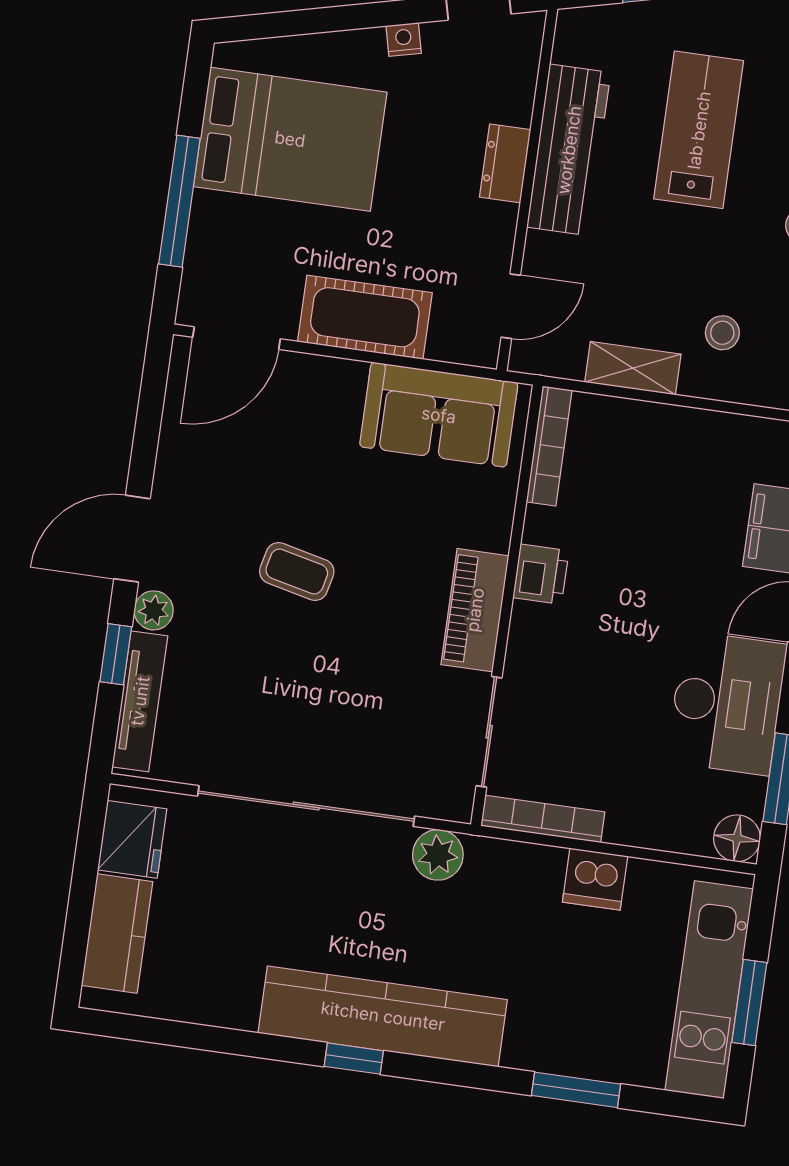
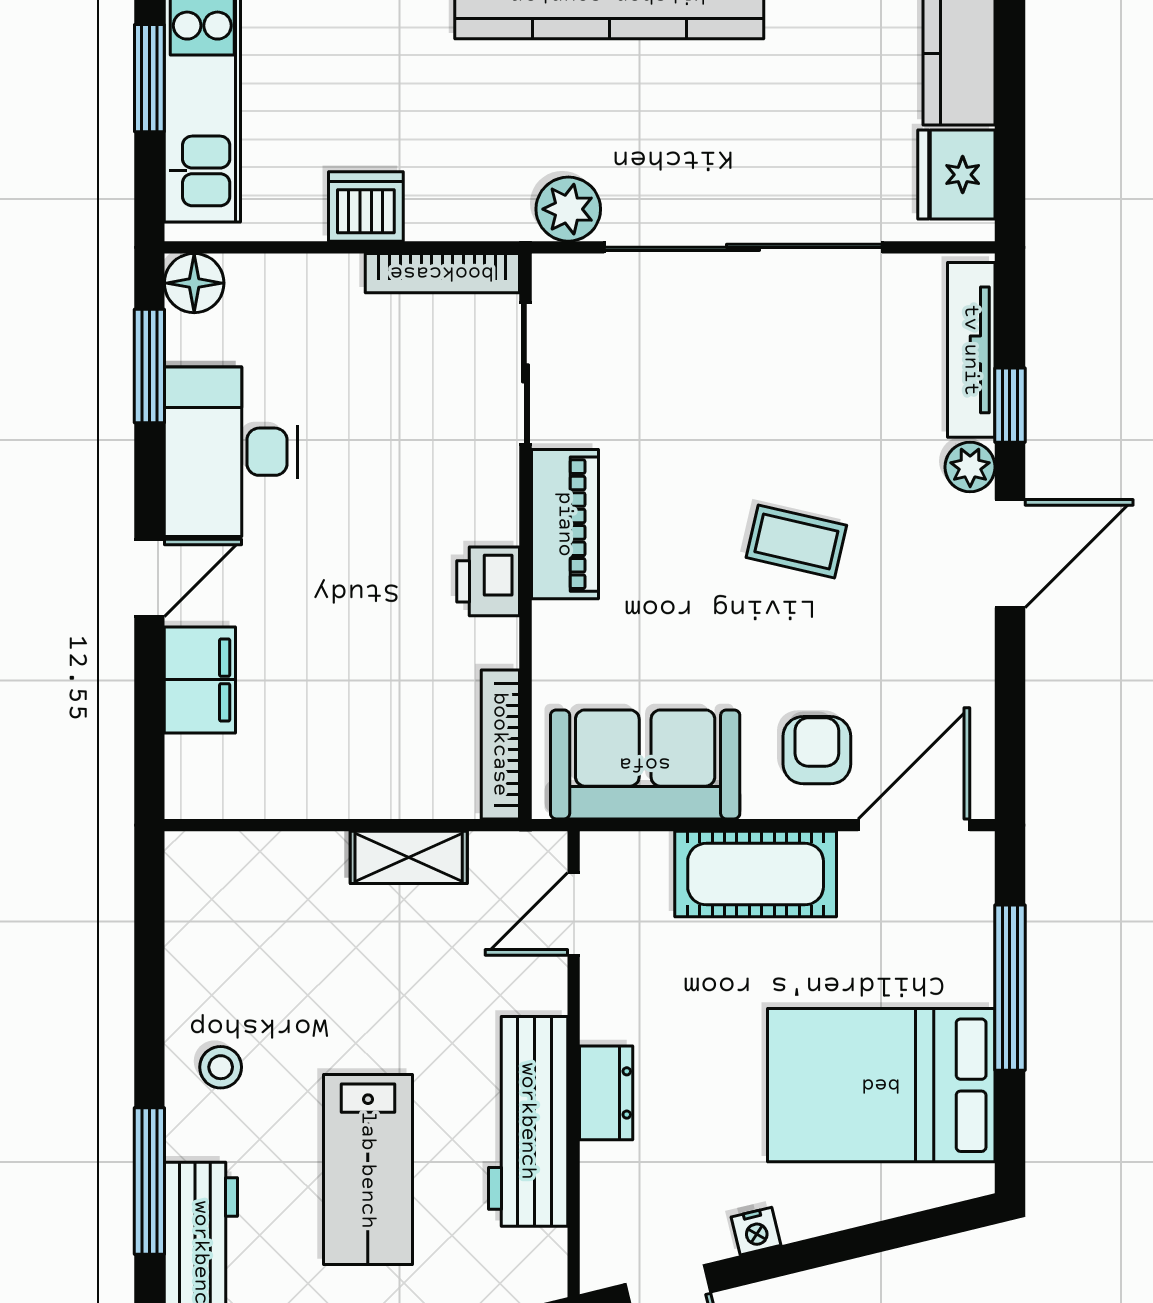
stool: (722, 333) -> (302, 918), removed
armchair: (304, 407) -> (817, 750), added

